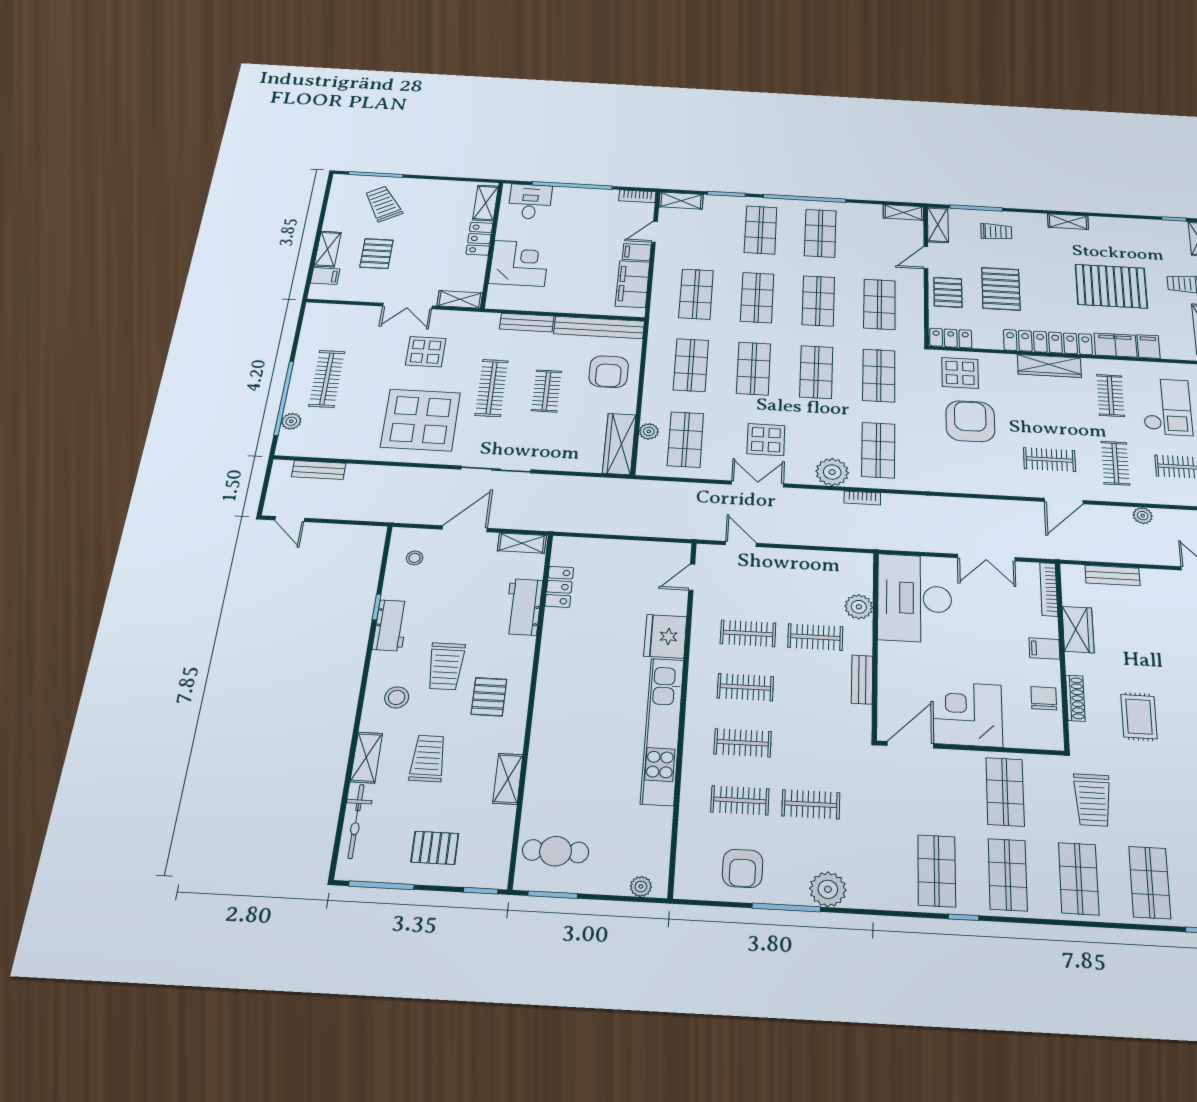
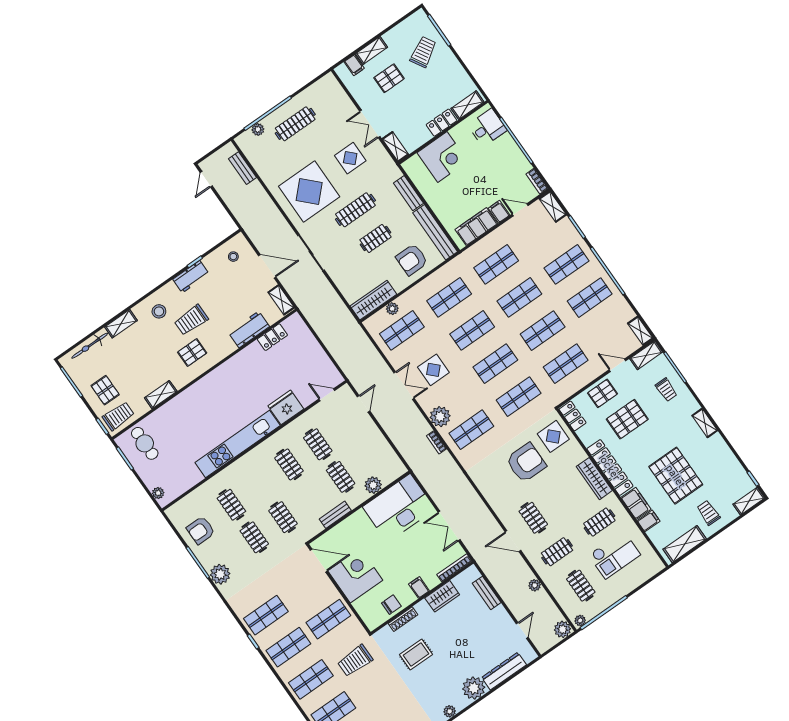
clothes rail: (743, 743) -> (283, 517), moved
trolley: (428, 758) -> (118, 416), moved

